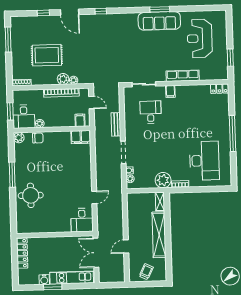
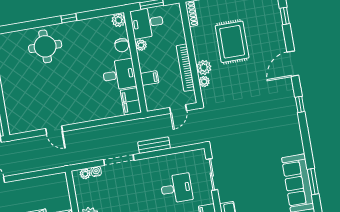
window: (43, 13) -> (285, 16), moved
filing cabinet: (80, 120) -> (149, 78), moved
window: (12, 175) -> (69, 18), width x0.46
desk: (82, 220) -> (119, 75), moved, turned 180

